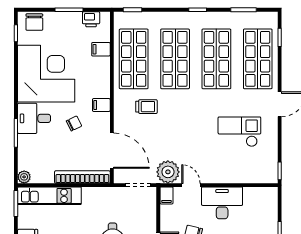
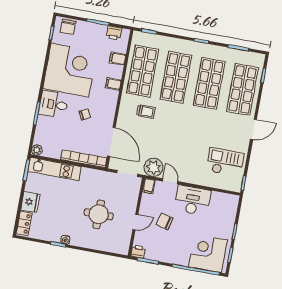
filing cabinet: (101, 105) -> (113, 84), moved
checkout: (239, 132) -> (225, 162), moved

